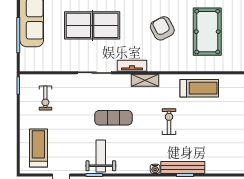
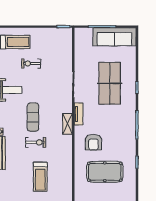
armchair: (162, 28) -> (93, 142), moved, turned 118
treadmill: (199, 88) -> (40, 177), moved
exercise bike: (45, 98) -> (31, 64), moved
exercise mat: (113, 118) -> (33, 117), moved

